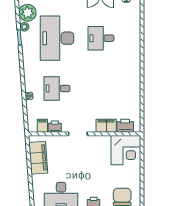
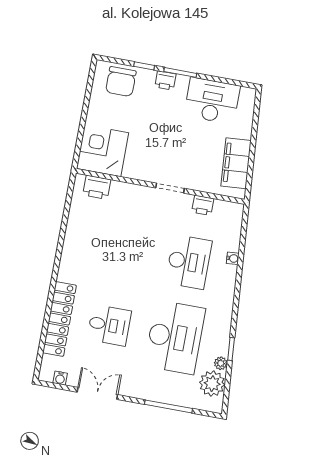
locker: (134, 36) -> (59, 319), added
desk: (57, 88) -> (189, 262), width x1.37
filing cabinet: (42, 126) -> (221, 210), removed
filing cabinet: (106, 126) -> (125, 192), removed

